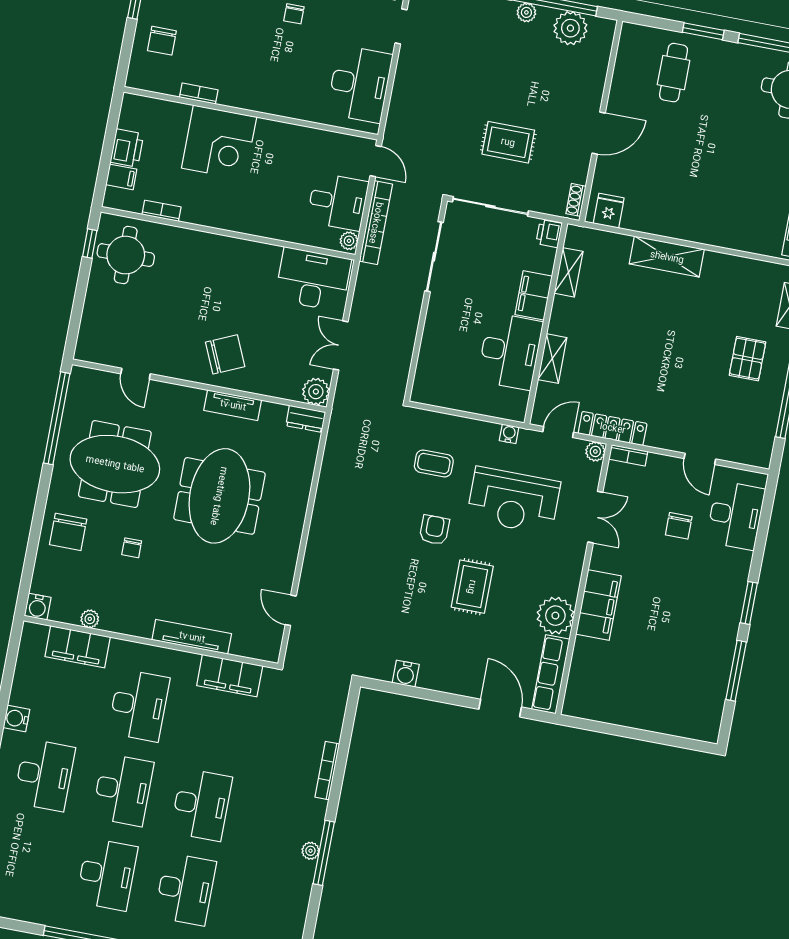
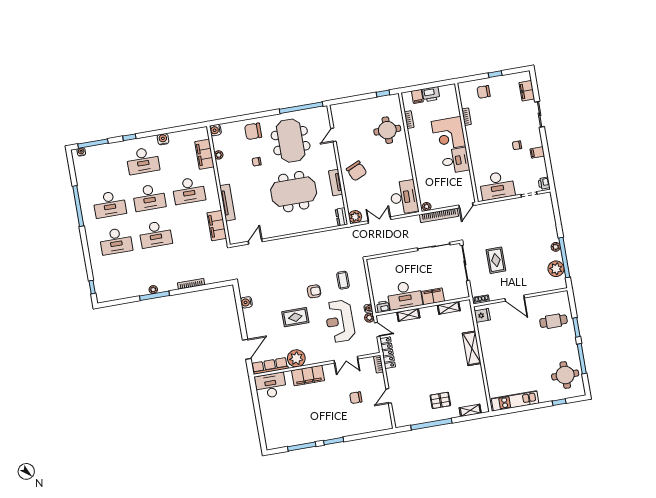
desk: (338, 202) -> (455, 161), moved, turned -90
printer: (549, 234) -> (383, 307), moved
round table: (126, 255) -> (387, 130), moved
plant: (595, 451) -> (369, 318), moved
desk: (736, 515) -> (271, 386), moved, turned 180

